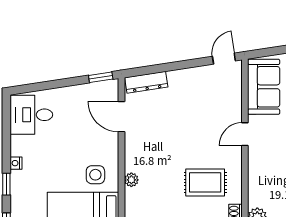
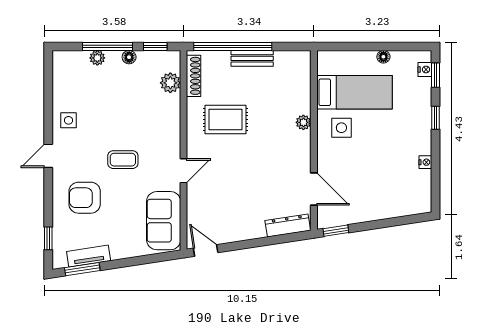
door: (224, 59) -> (206, 250), swing flipped
desk: (31, 115) -> (409, 191), removed
nightstand: (16, 163) -> (425, 162), moved

